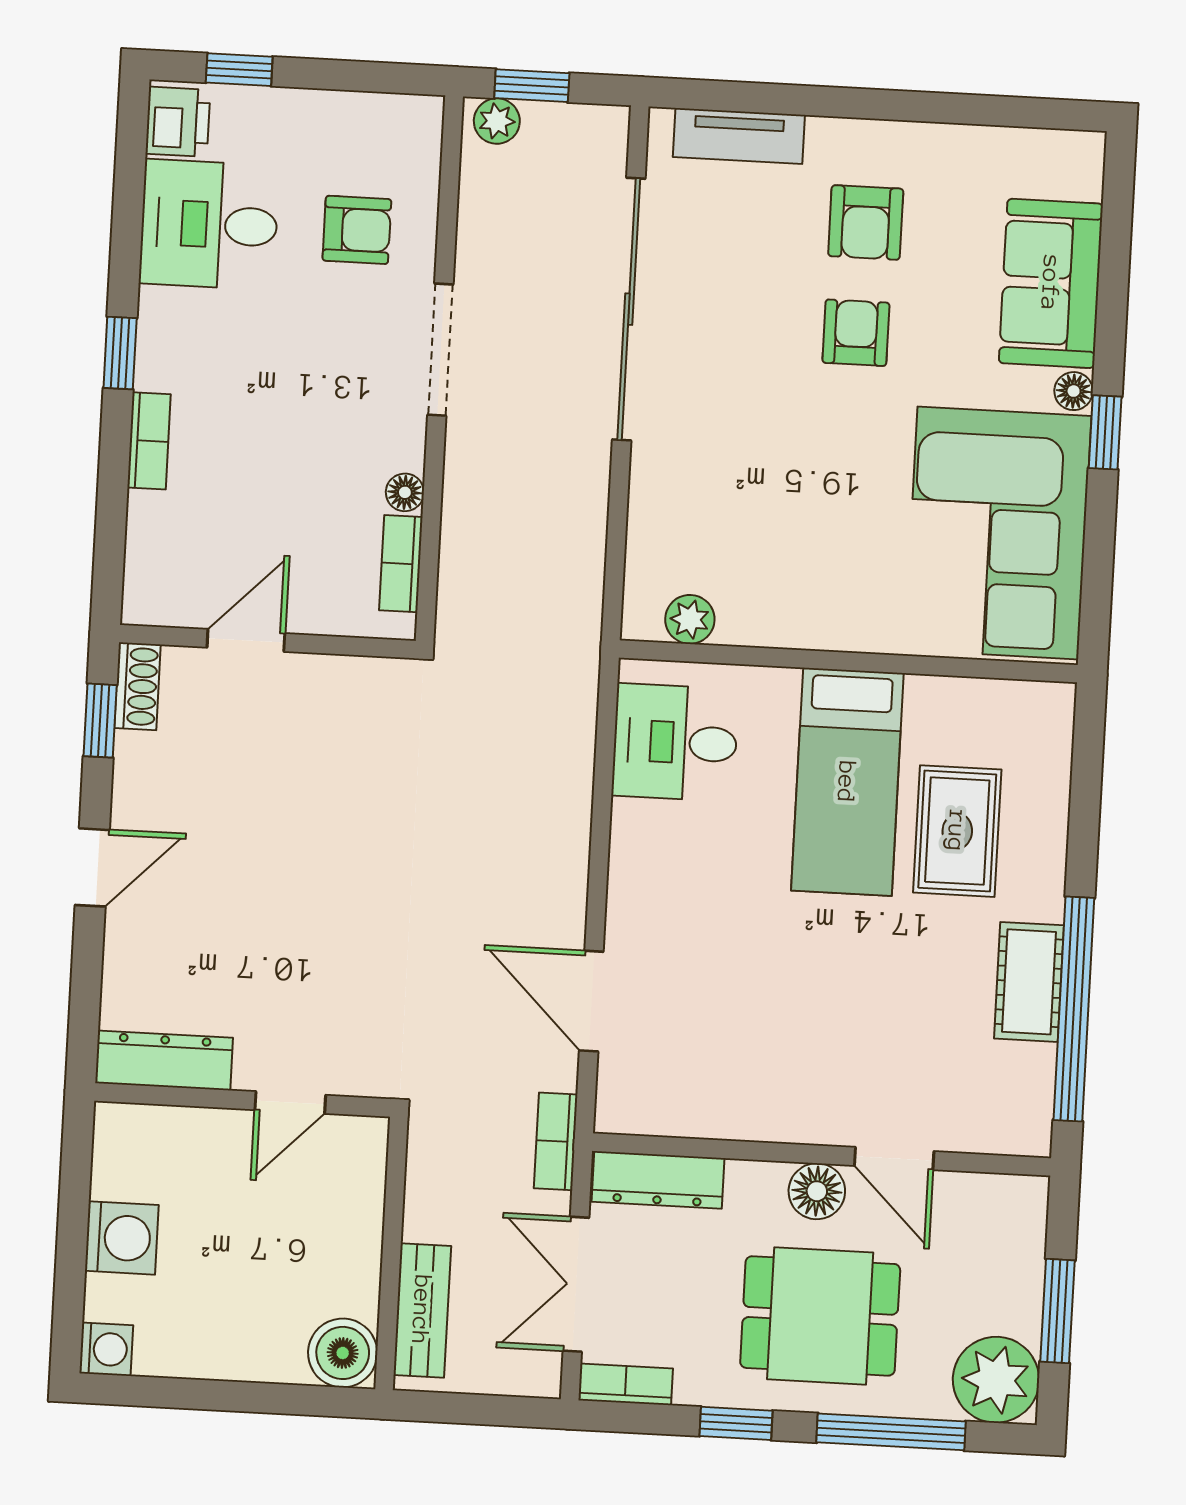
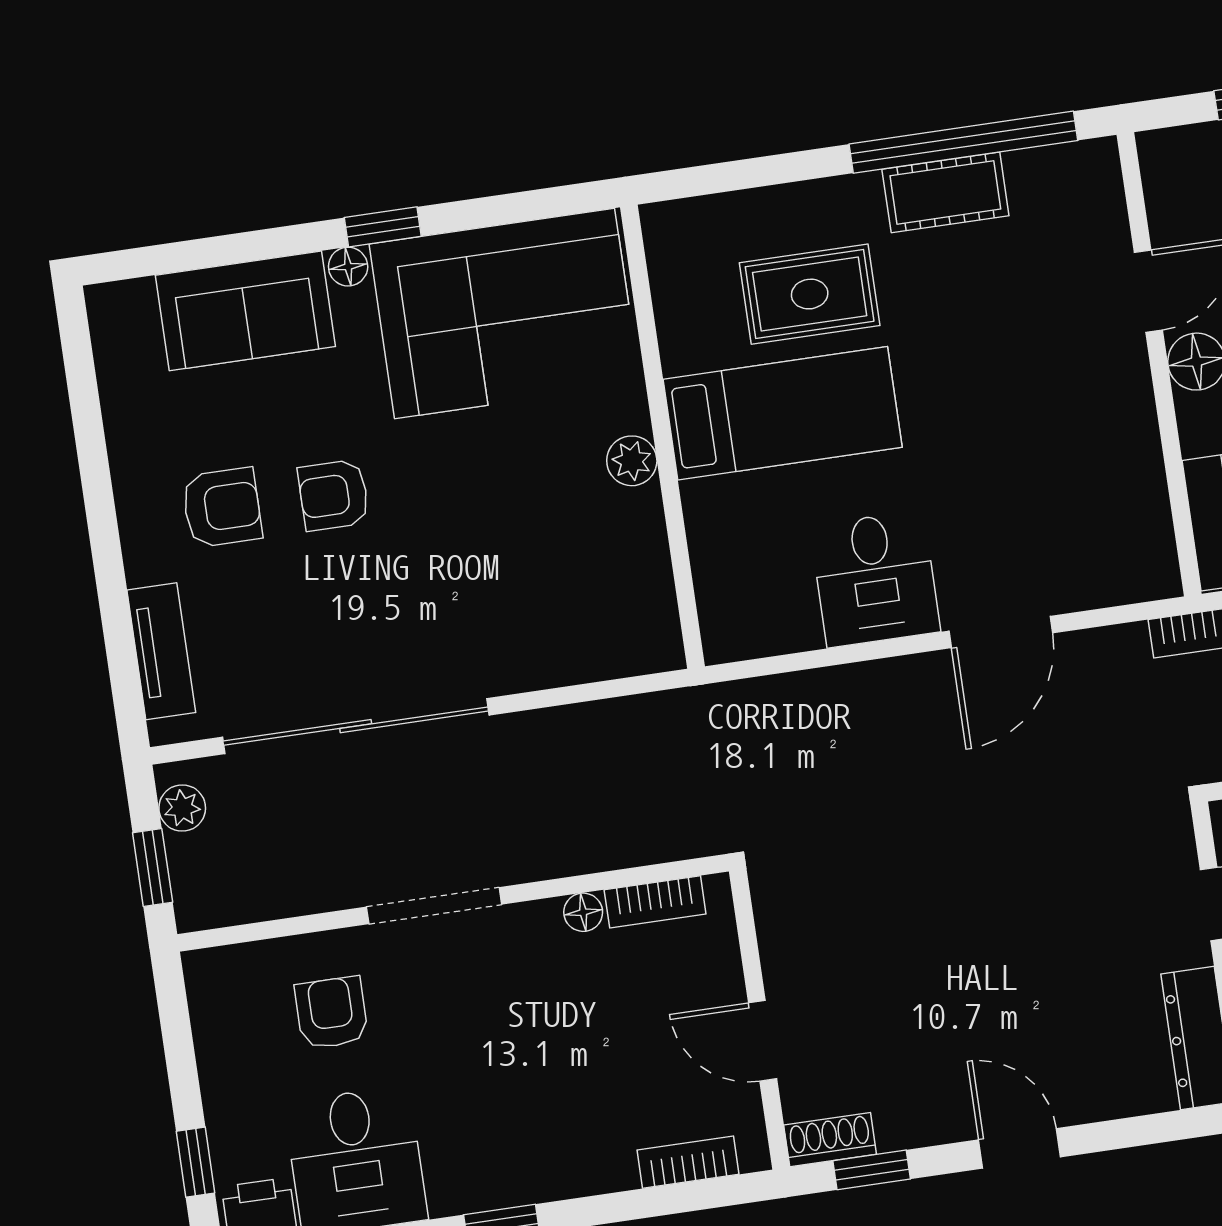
plant: (497, 121) -> (182, 808), moved
bookcase: (149, 441) -> (688, 1162), moved
plant: (690, 619) -> (632, 461), moved
desk: (675, 742) -> (875, 579), moved
door: (591, 1001) -> (1001, 632), moved

